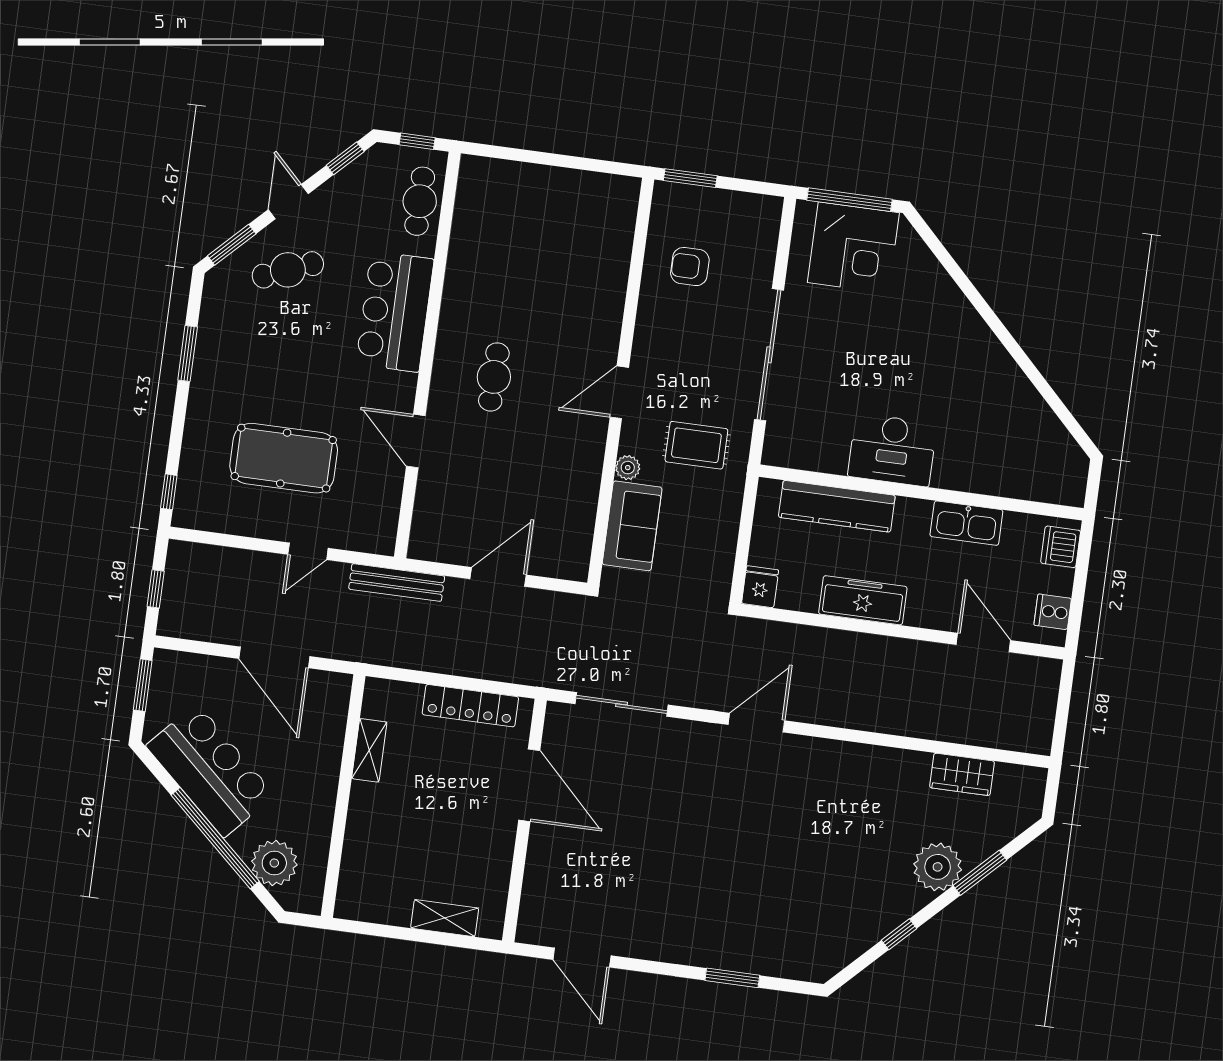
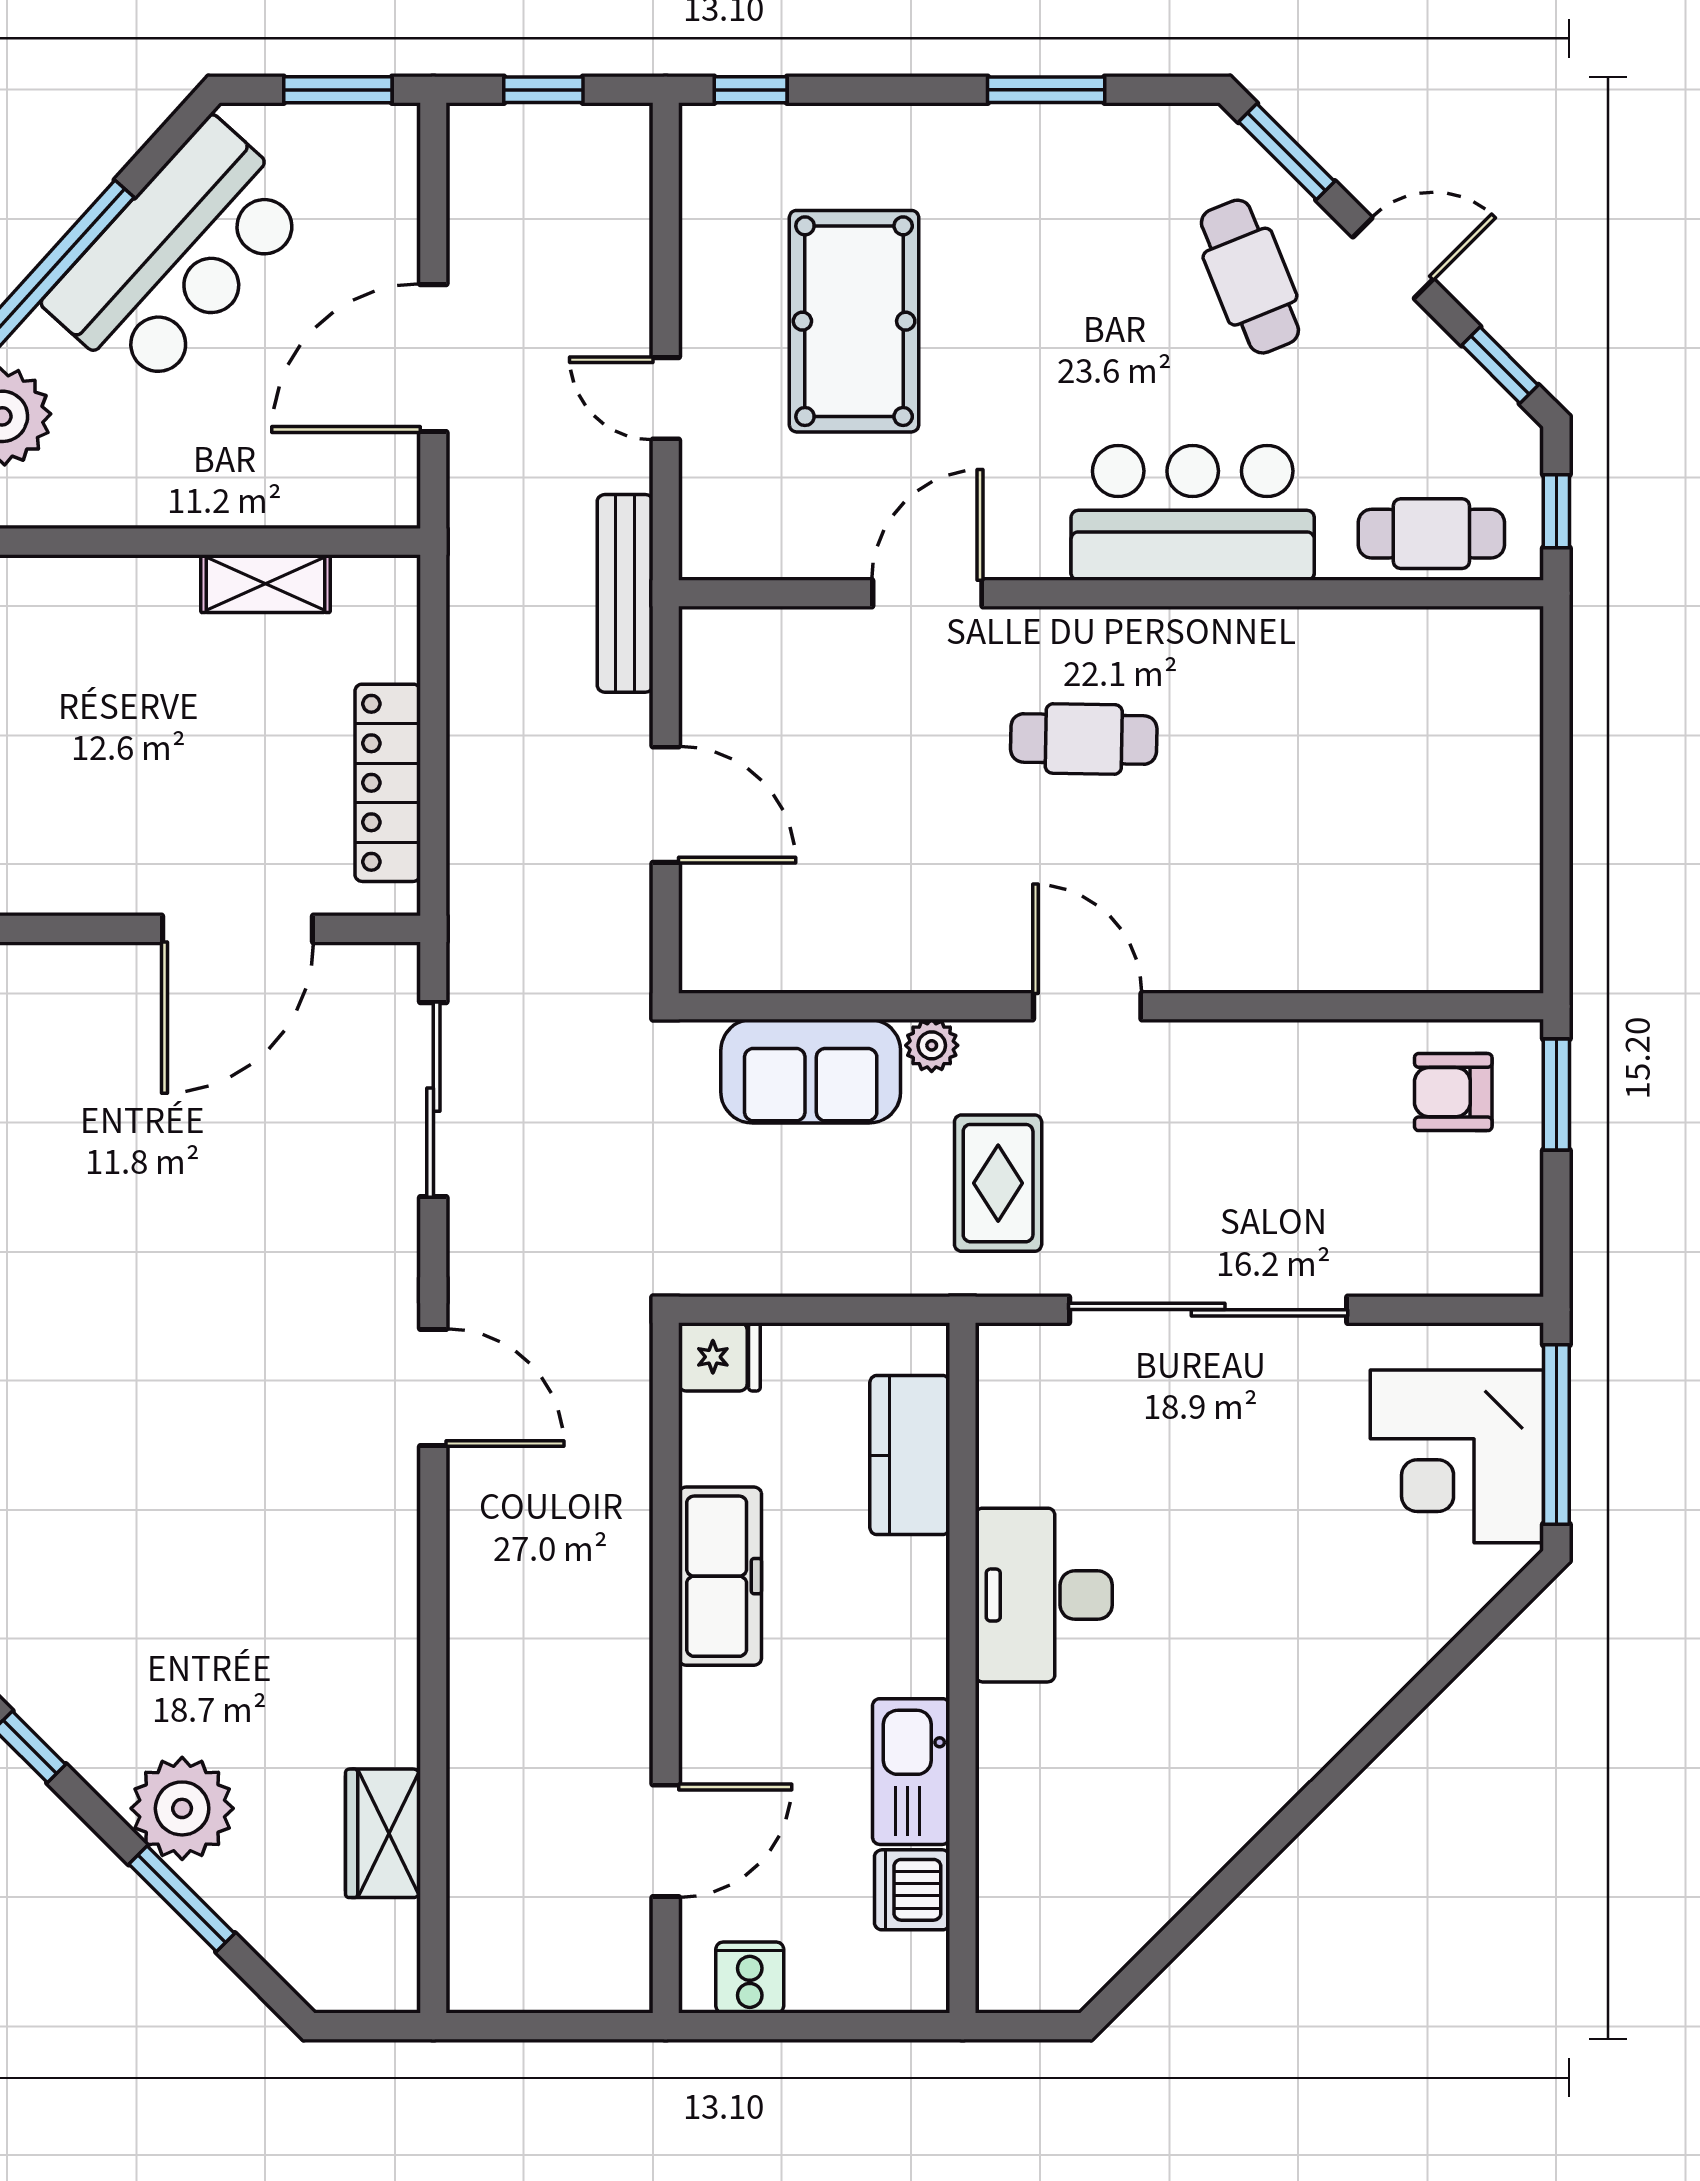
armchair: (690, 267) -> (1453, 1092), moved, turned -90
kitchen counter: (837, 506) -> (910, 1455), width x0.67
dishwasher: (1061, 547) -> (912, 1890), moved, turned -90

